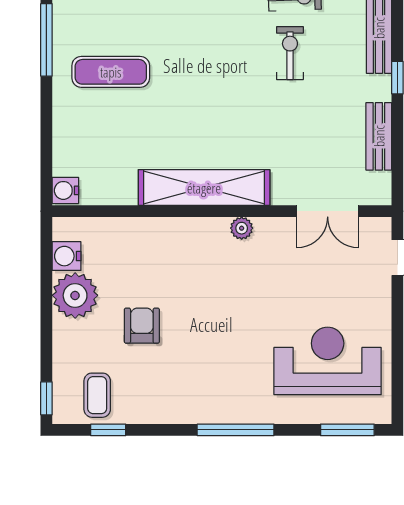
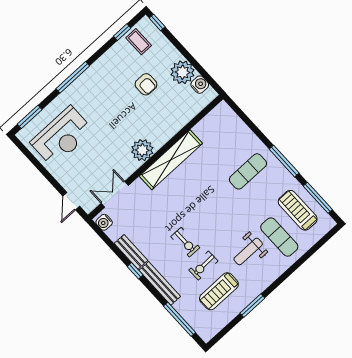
bench: (379, 136) -> (131, 252), moved
water cooler: (65, 190) -> (104, 222), moved, turned 180
plant: (242, 228) -> (142, 150), width x1.88, depth x1.88

